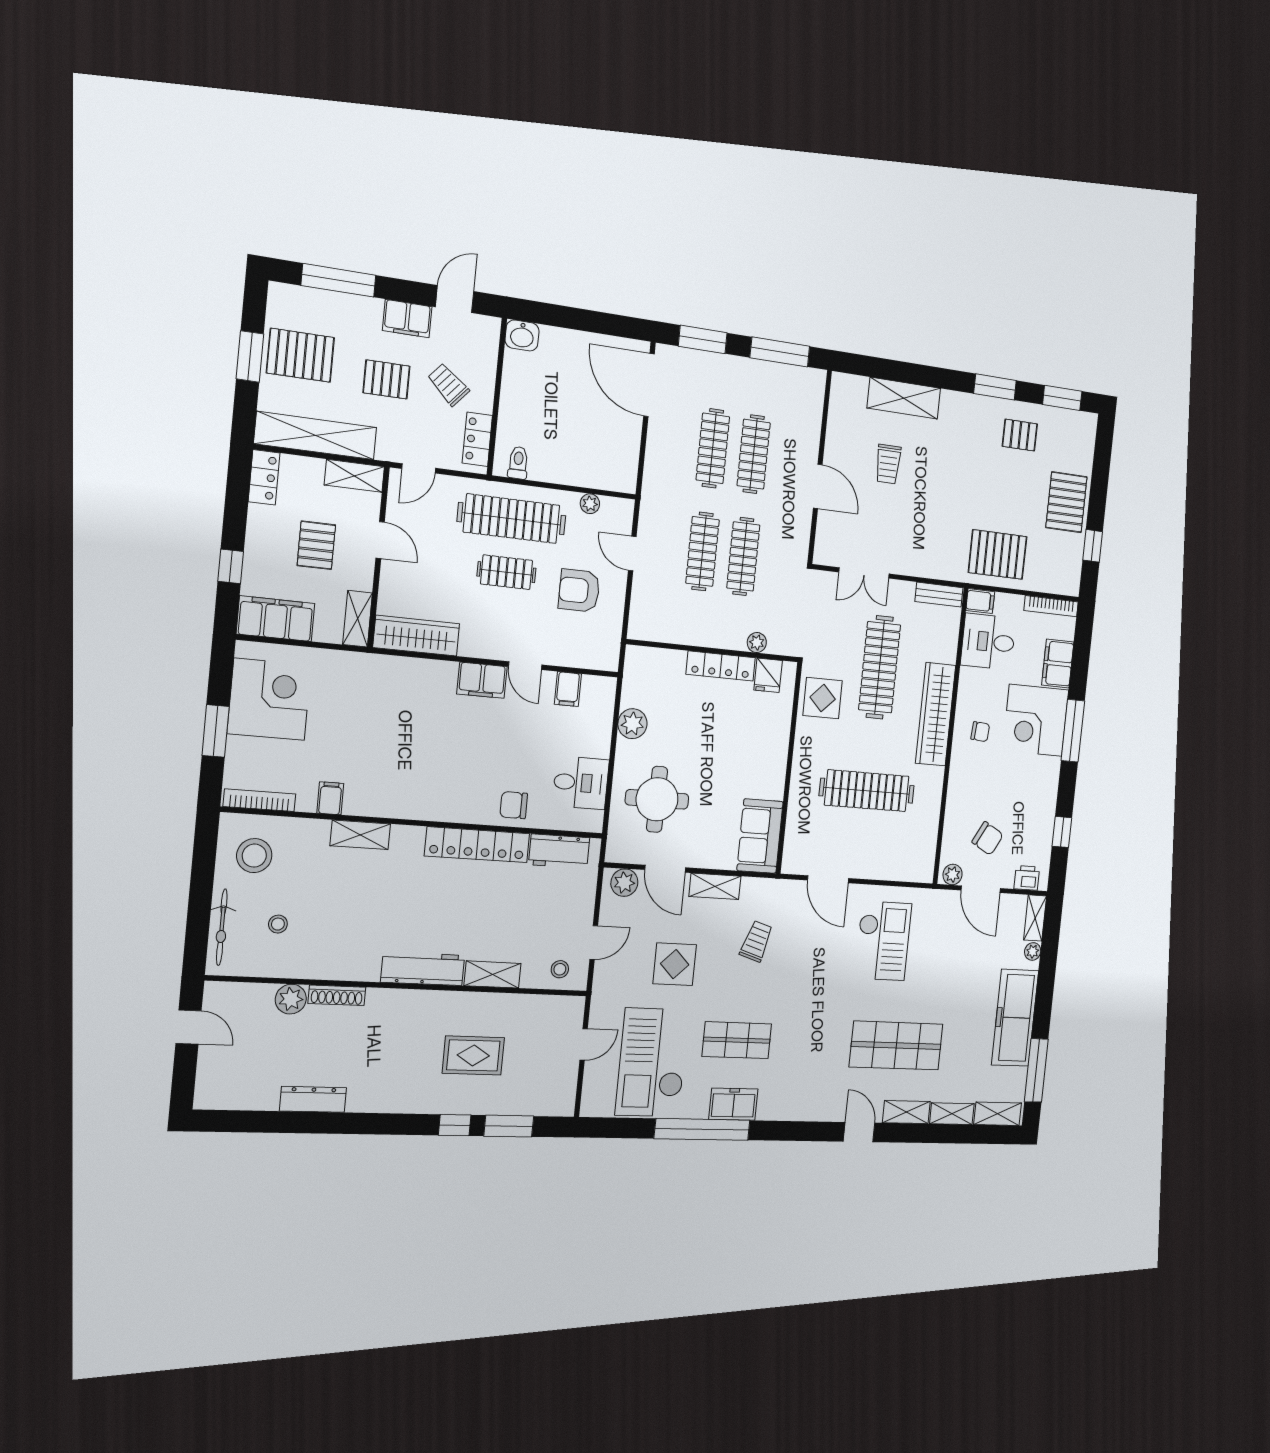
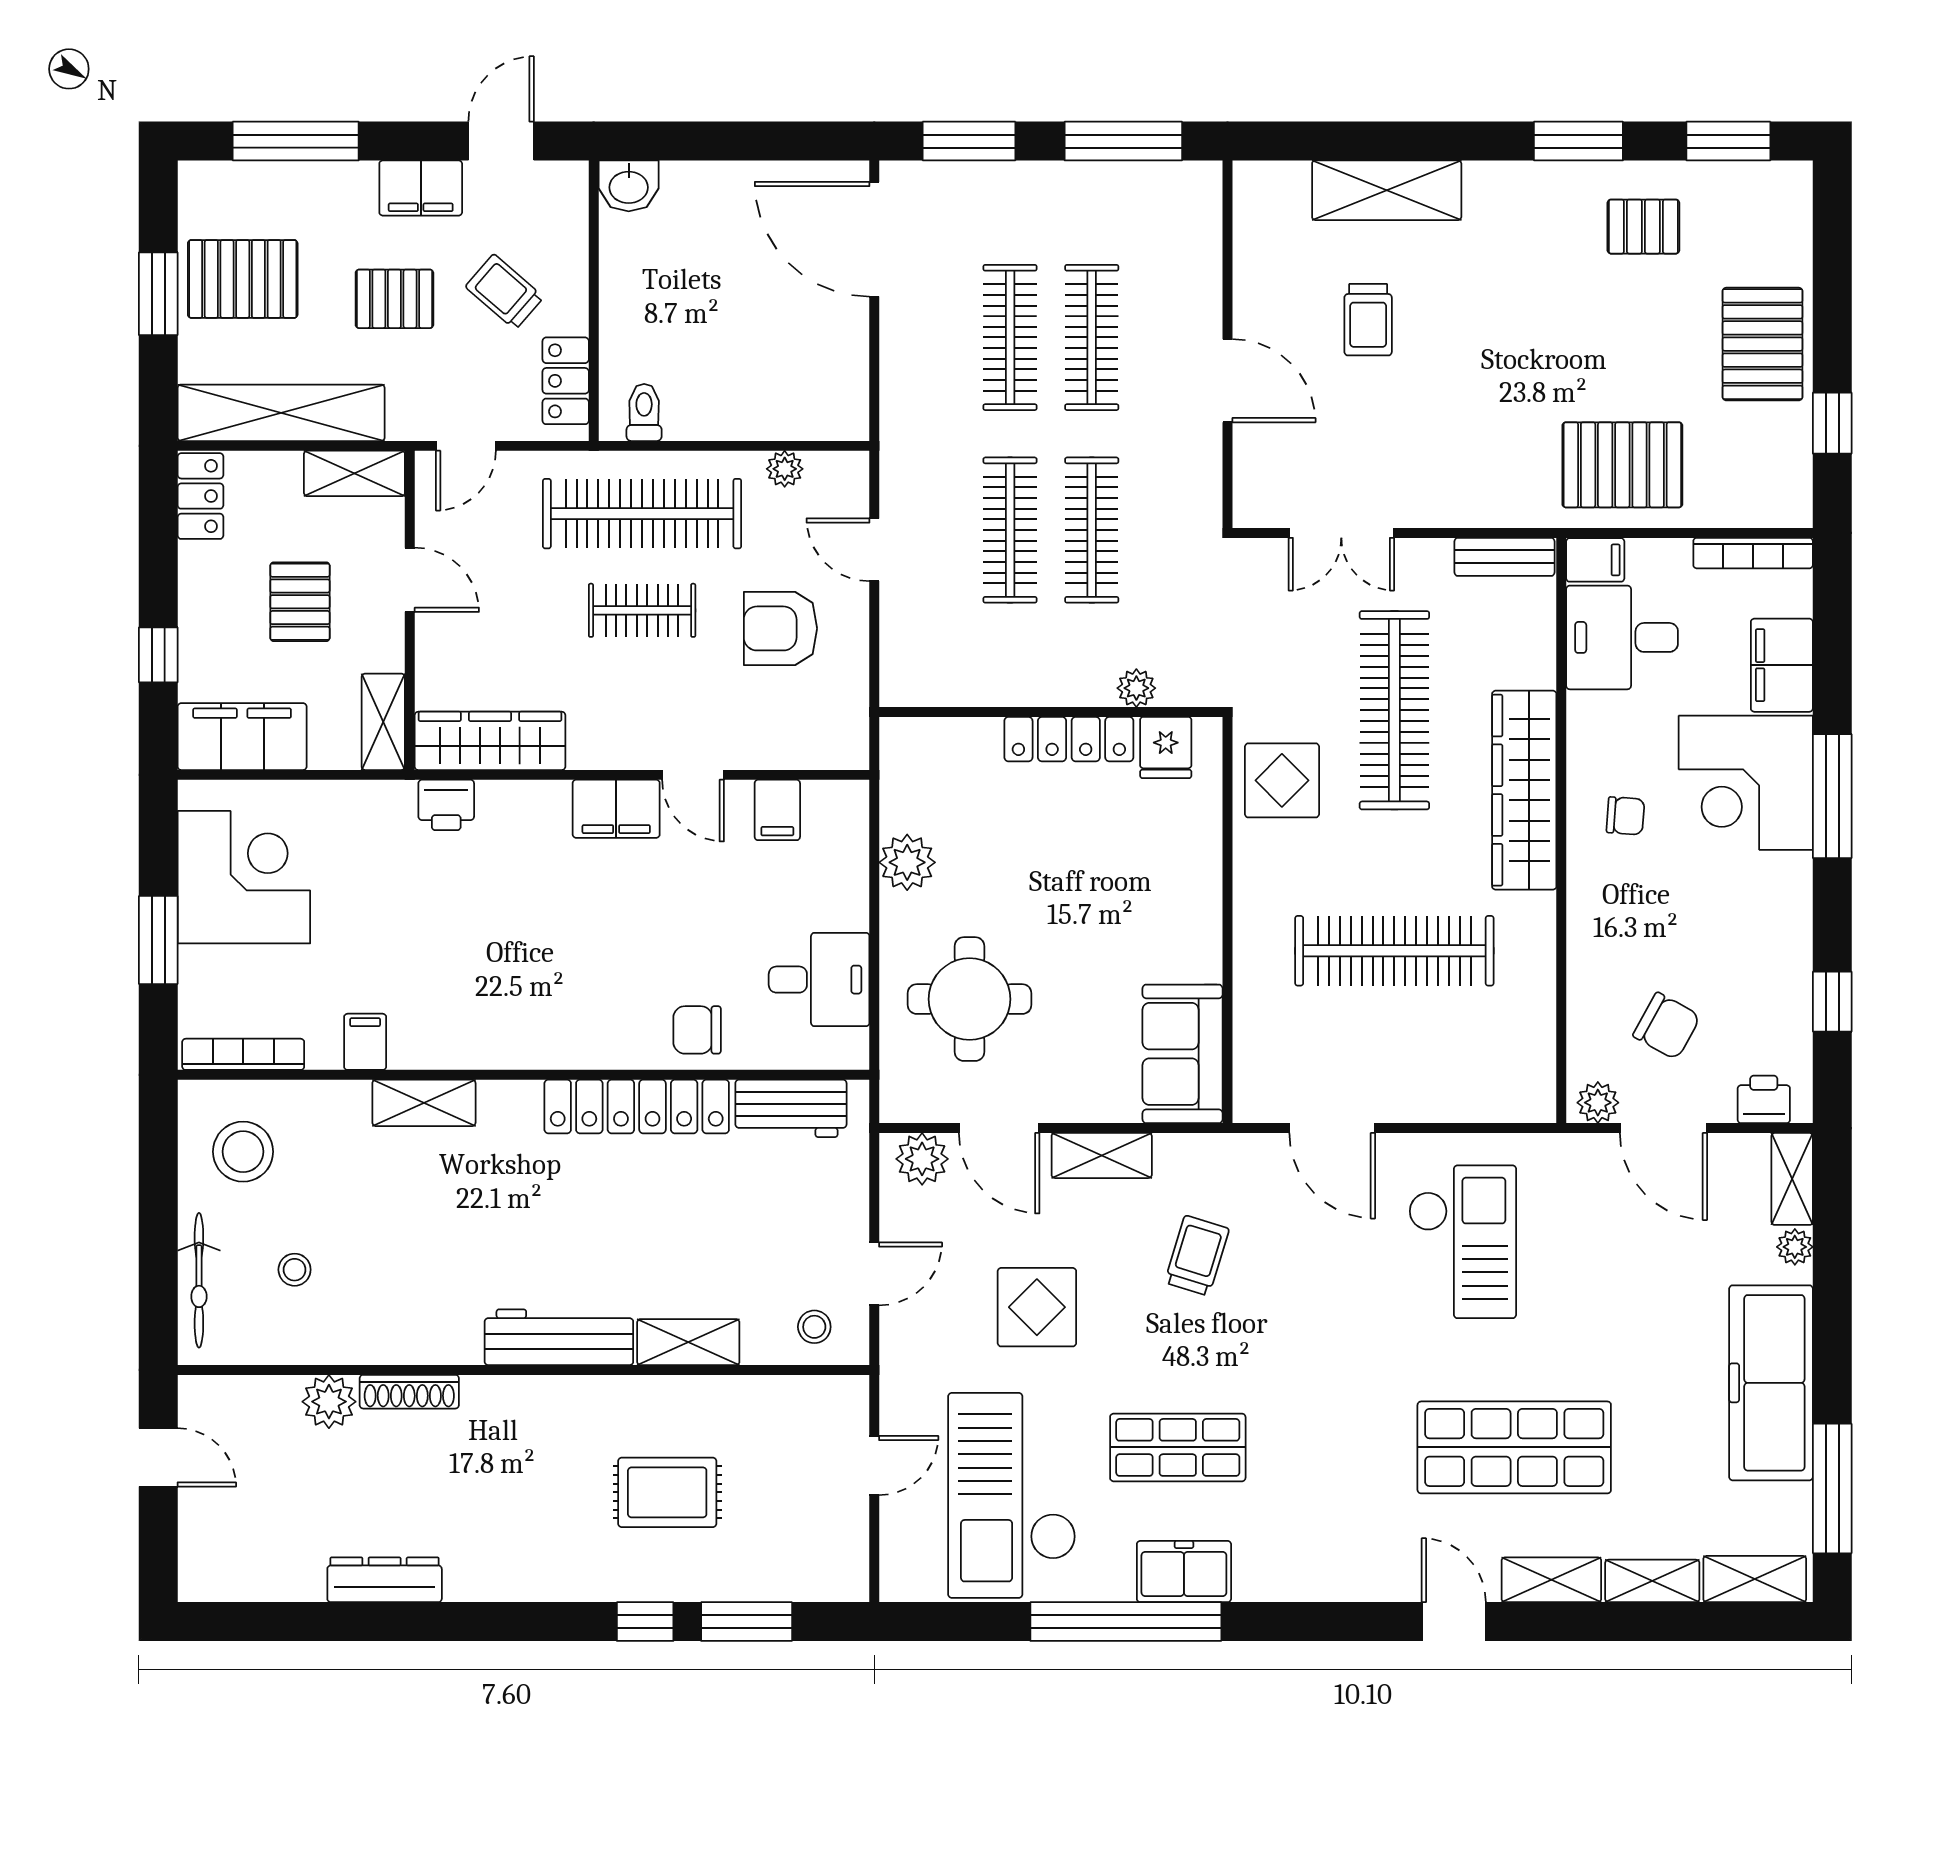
printer: (389, 669) -> (446, 805), added

